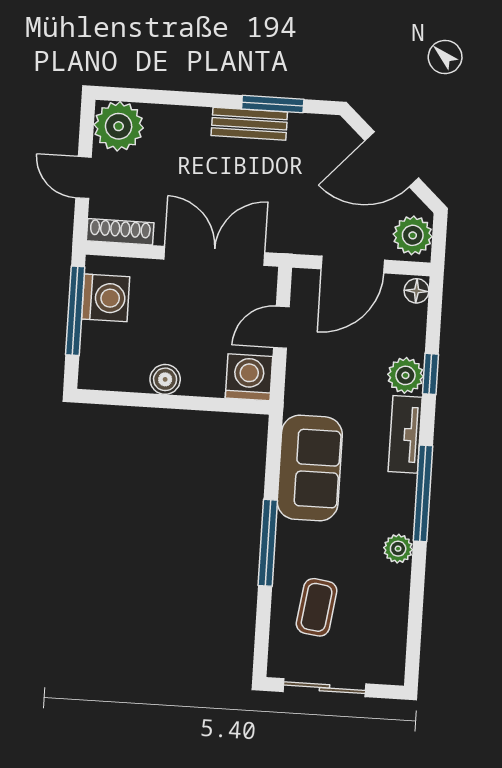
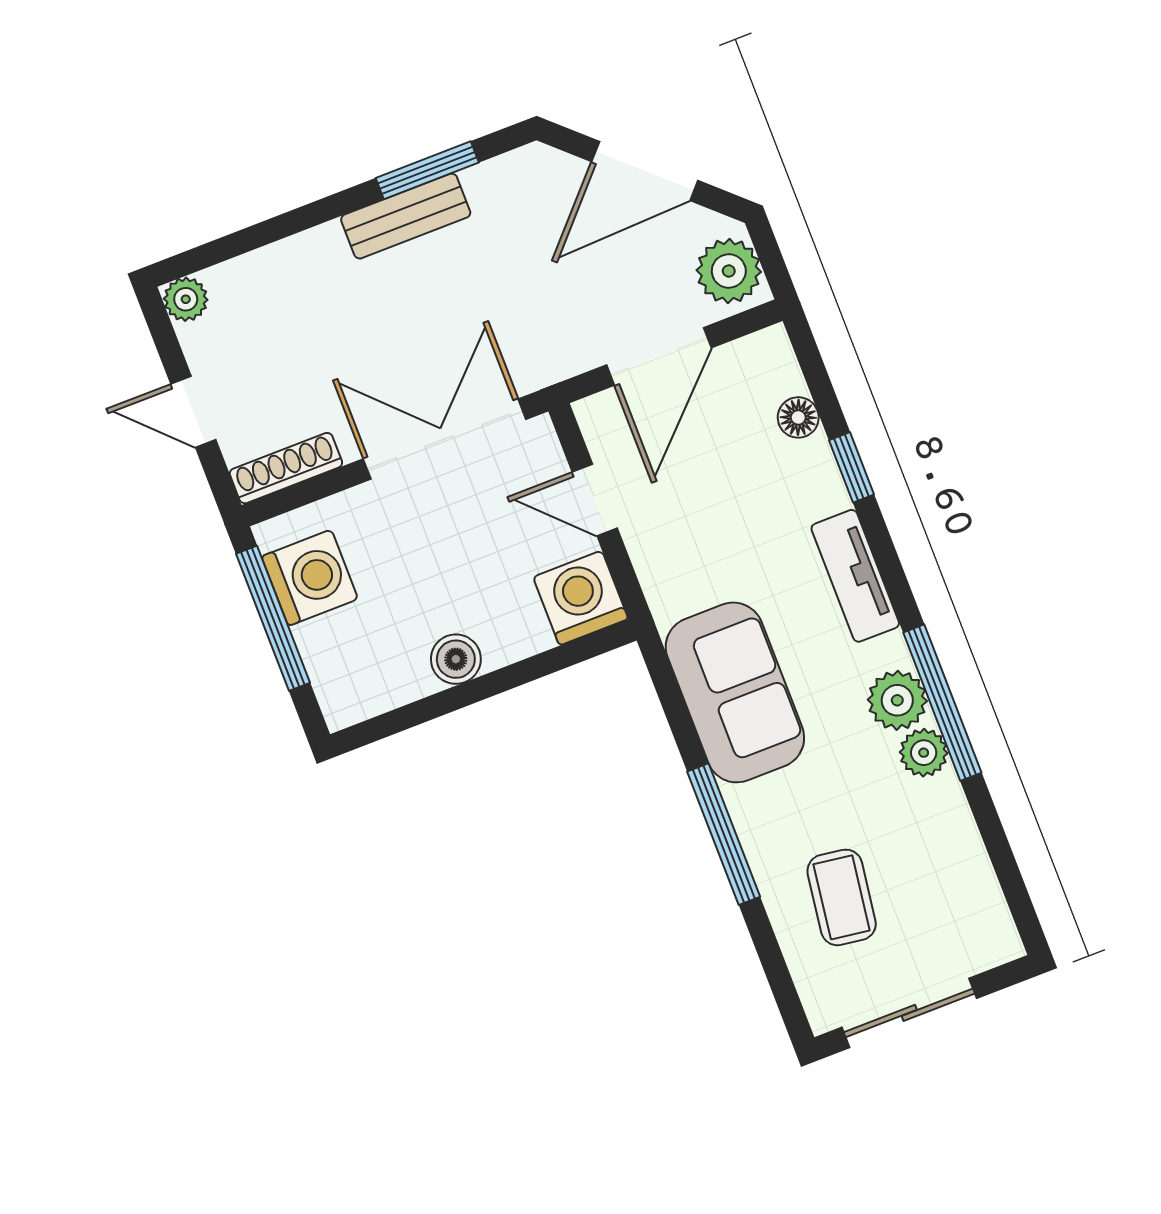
plant: (119, 126) -> (186, 299), width x0.53, depth x0.53
floor lamp: (416, 291) -> (798, 417), moved
door: (281, 327) -> (595, 500), hinge flipped
plant: (405, 375) -> (897, 700), moved
window: (423, 493) -> (942, 703), moved

